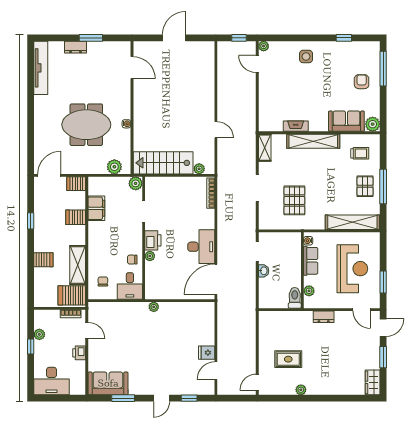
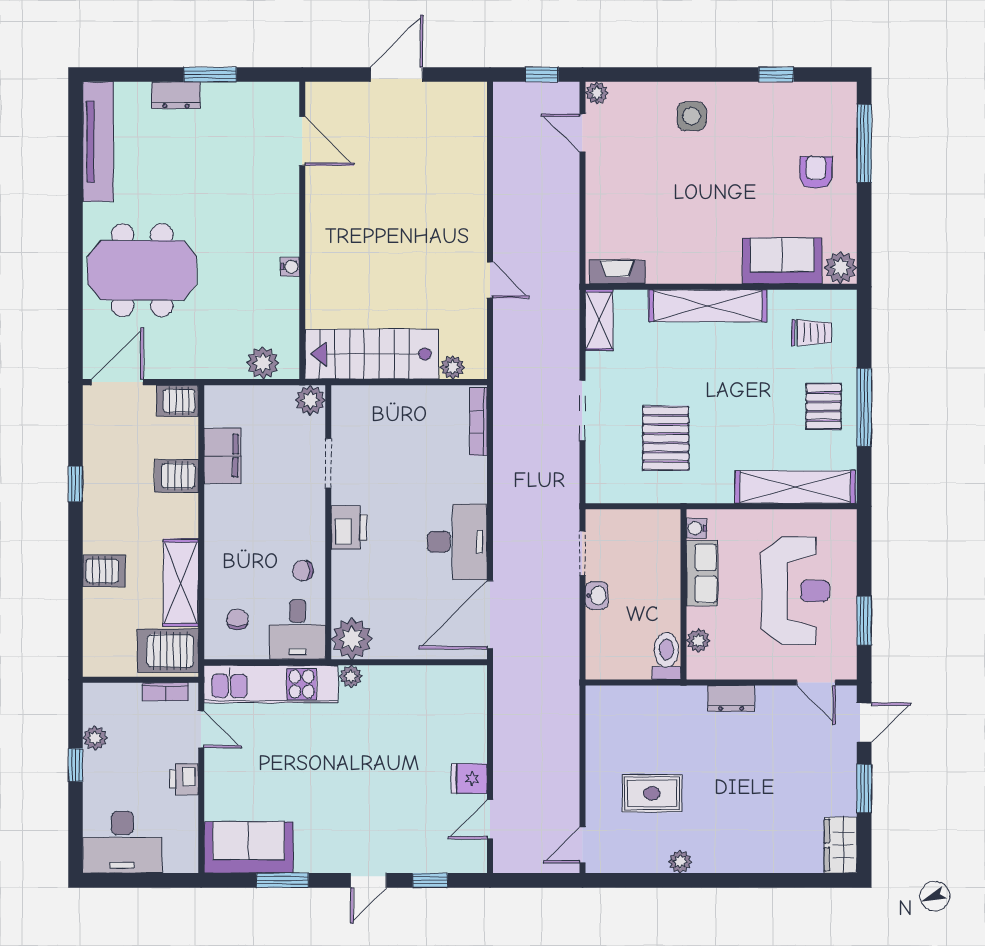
meeting table: (86, 125) -> (142, 270), moved
fireplace: (296, 126) -> (617, 272), moved
plant: (150, 256) -> (352, 639), moved, width x1.88, depth x1.88
kitchen unit: (118, 310) -> (271, 684), added

